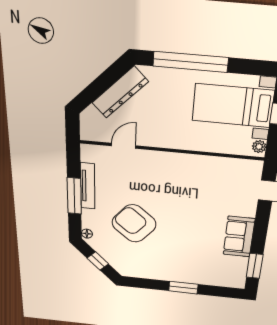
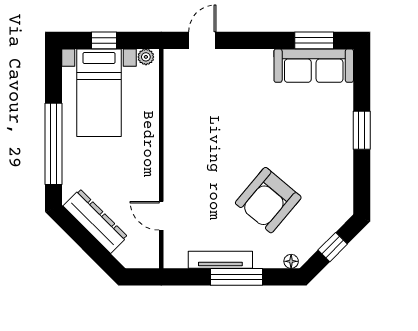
sofa: (239, 237) -> (314, 66), moved, width x1.36

